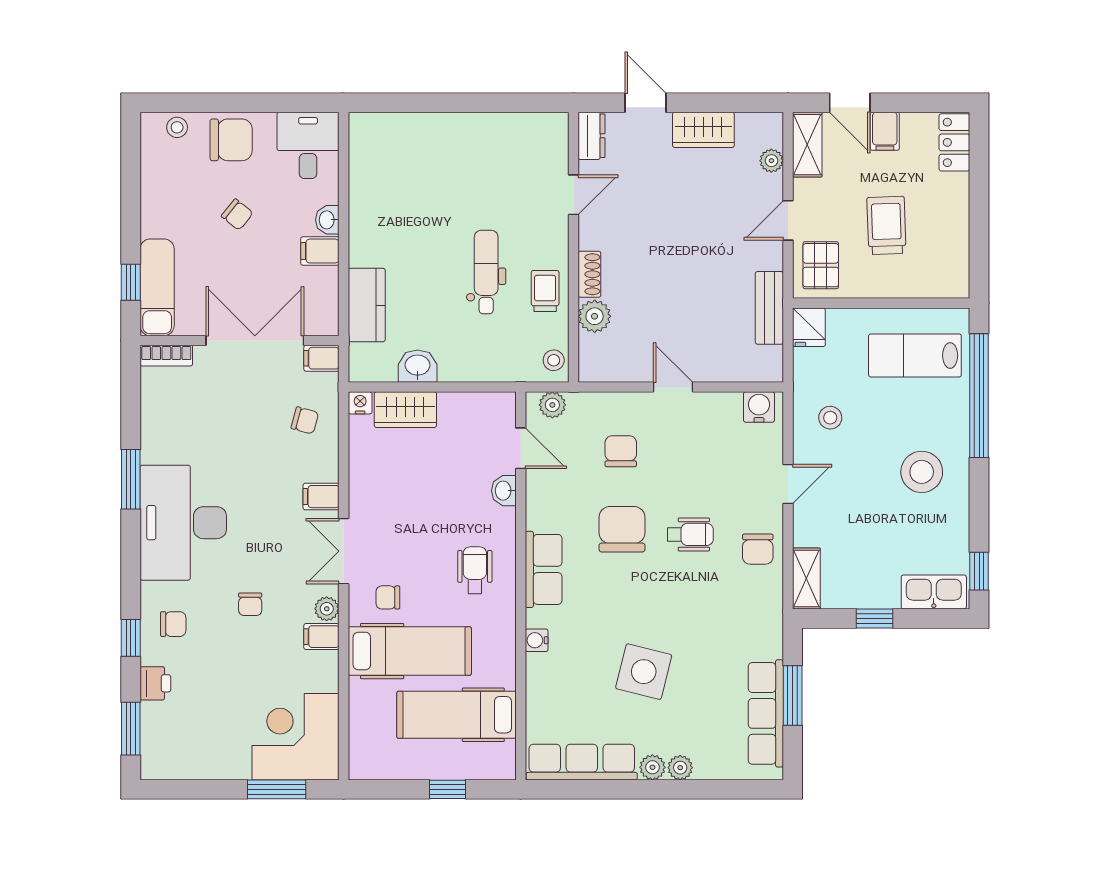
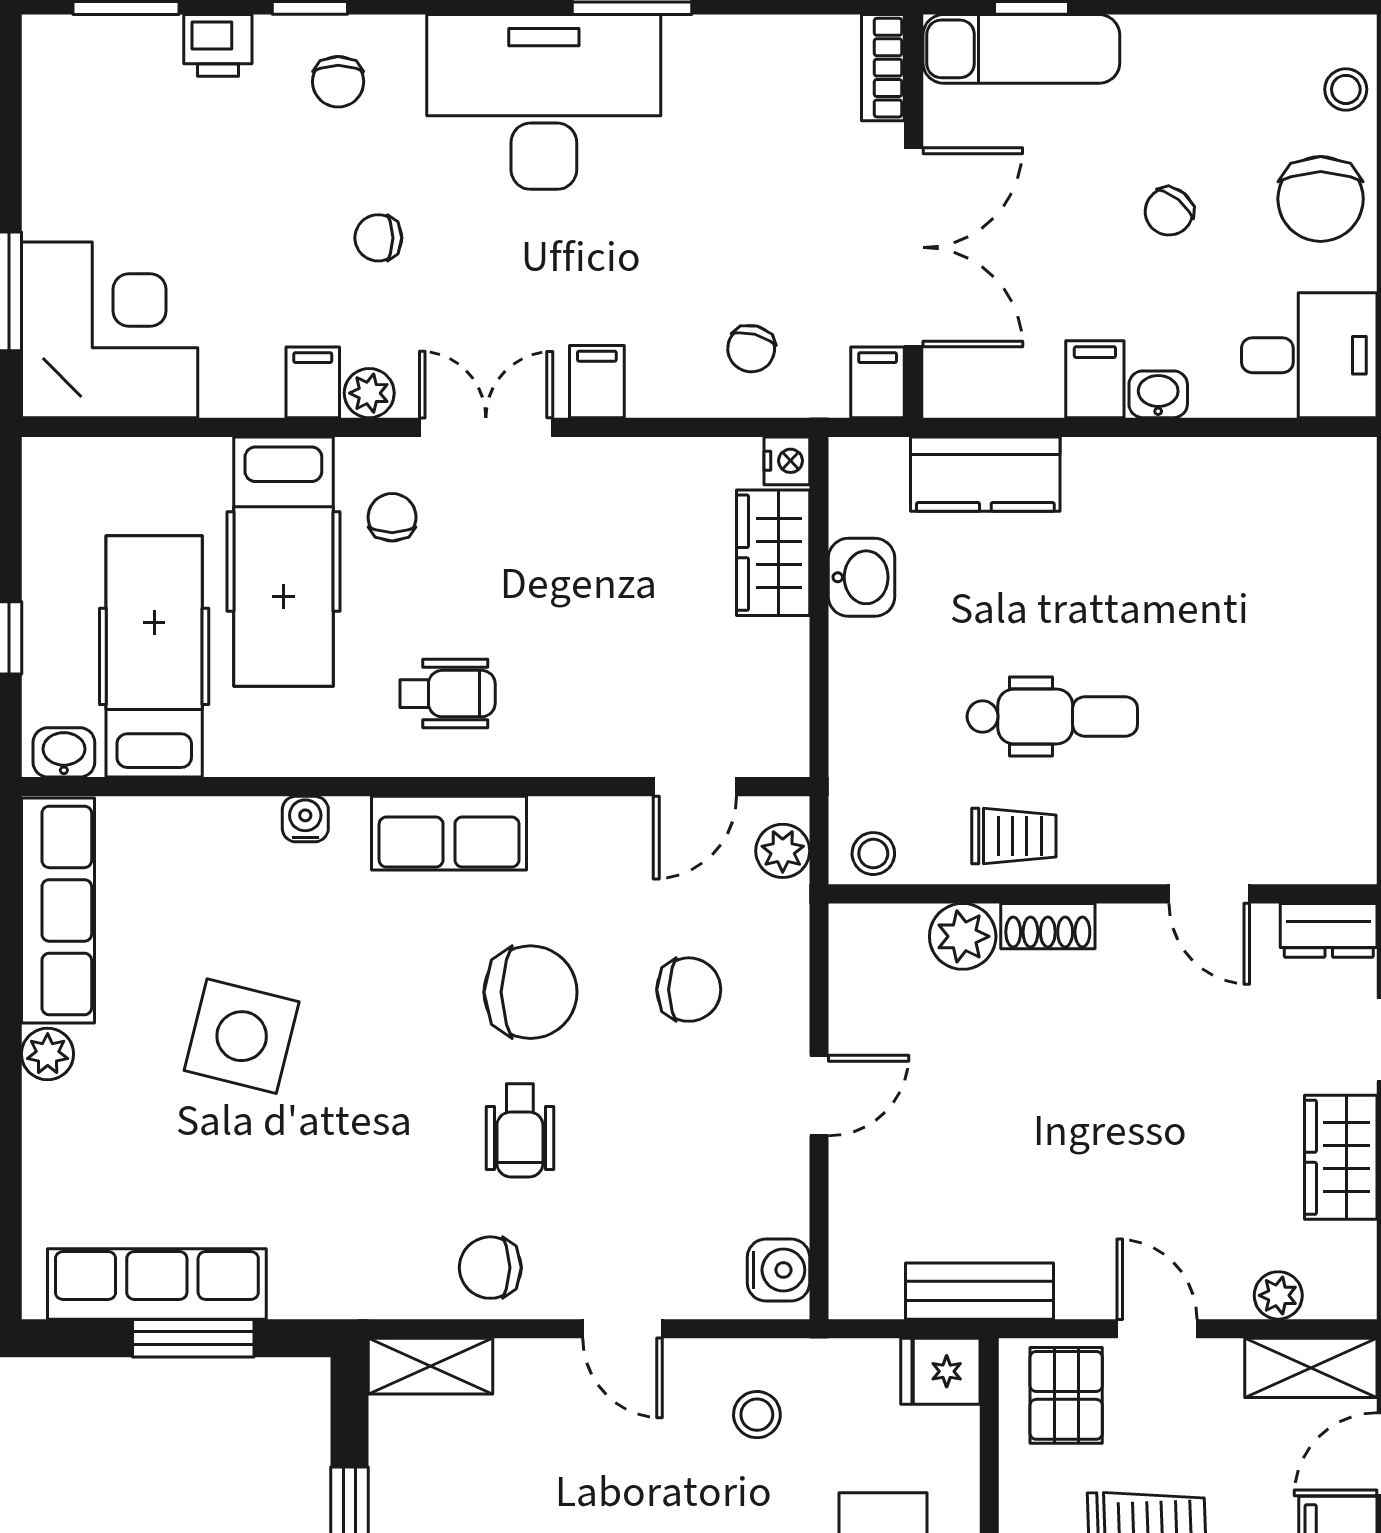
pallet: (821, 265) -> (1066, 1395), turned 90
washbasin: (504, 491) -> (64, 752), moved
plant: (680, 768) -> (47, 1110), removed

